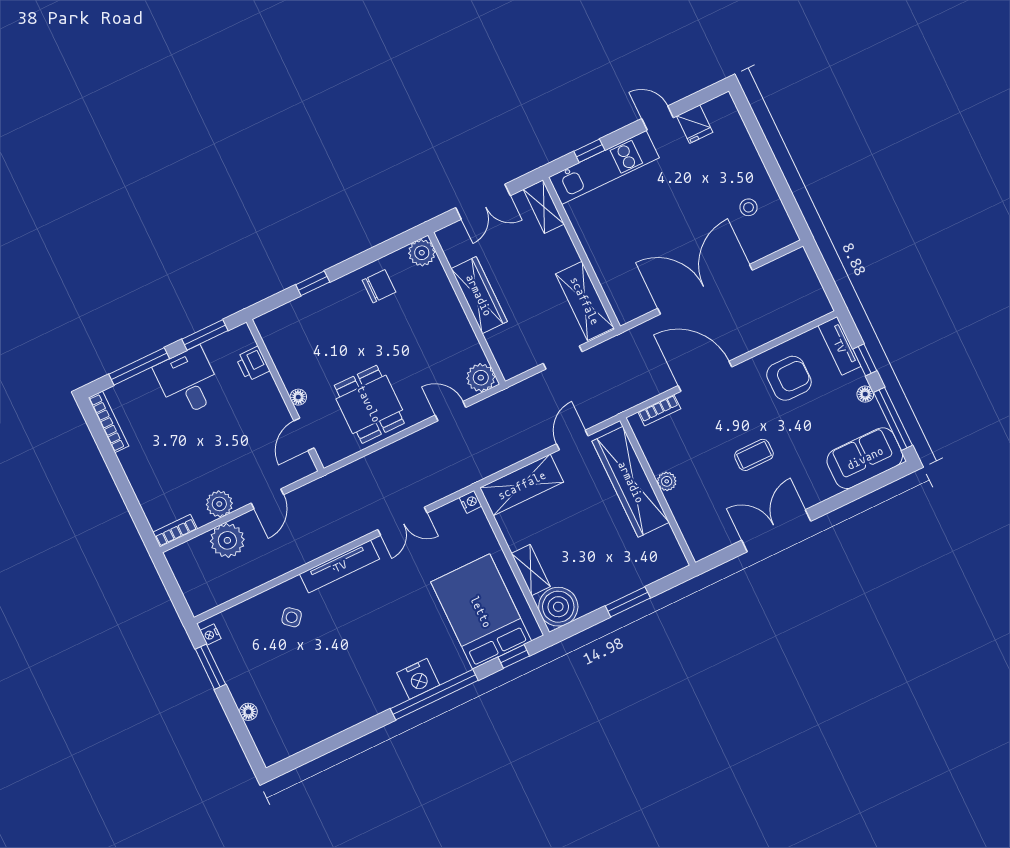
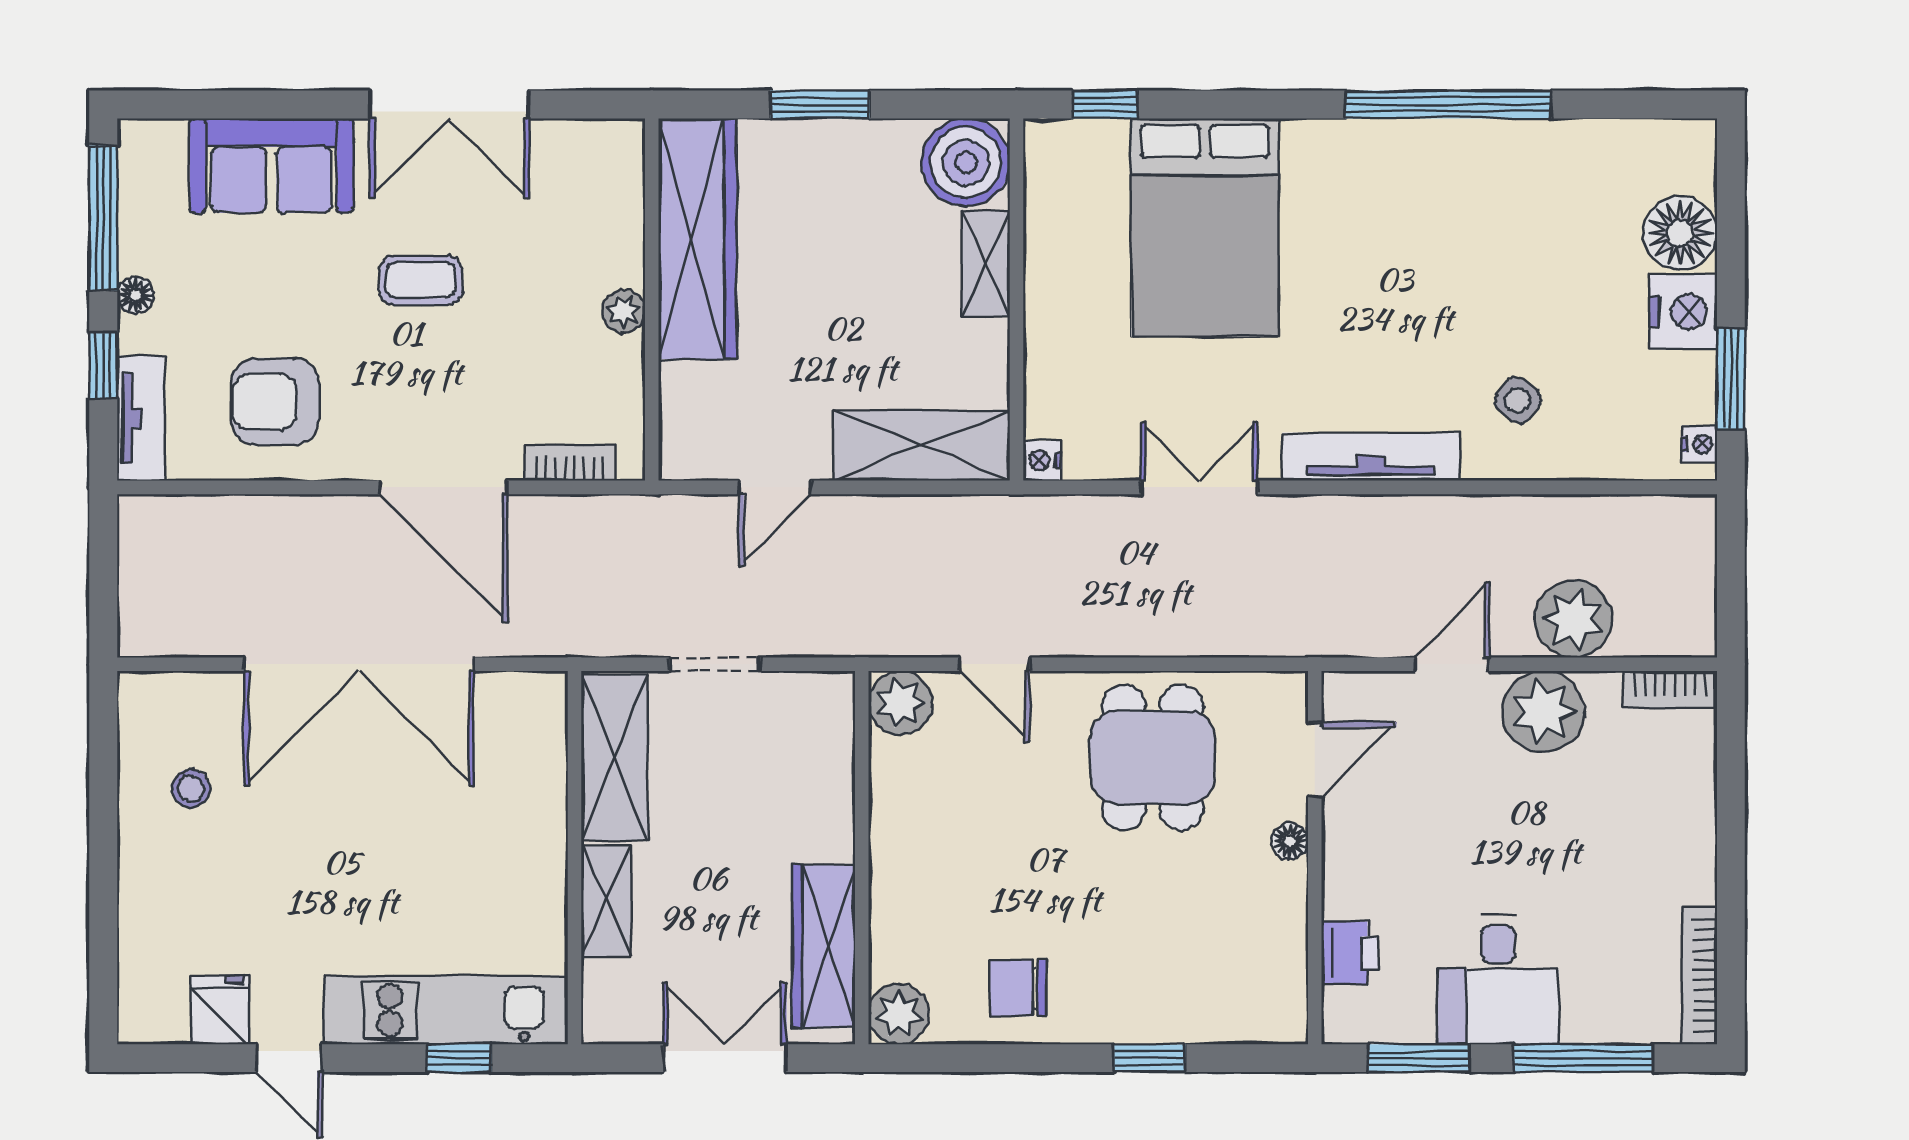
shelving: (544, 207) -> (606, 901), moved
wardrobe: (479, 295) -> (824, 946), moved
sofa: (865, 458) -> (271, 166), moved
wardrobe: (631, 482) -> (697, 239), moved
plant: (219, 504) -> (1543, 712), width x1.36, depth x1.36
bed: (481, 612) -> (1205, 227), moved
nightstand: (418, 679) -> (1683, 312), moved, turned 90
window: (434, 695) -> (1448, 104), moved
floor lamp: (248, 712) -> (1680, 233), width x1.89, depth x1.89

